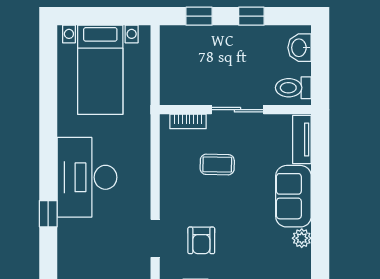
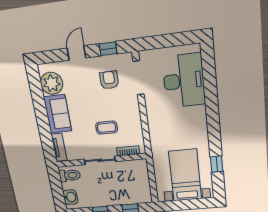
desk: (87, 177) -> (184, 81), moved
window: (48, 214) -> (217, 164), moved
doorway: (155, 238) -> (139, 78), width x1.38
plant: (302, 238) -> (52, 83), width x1.88, depth x1.88

